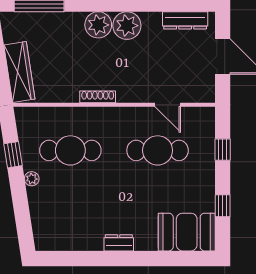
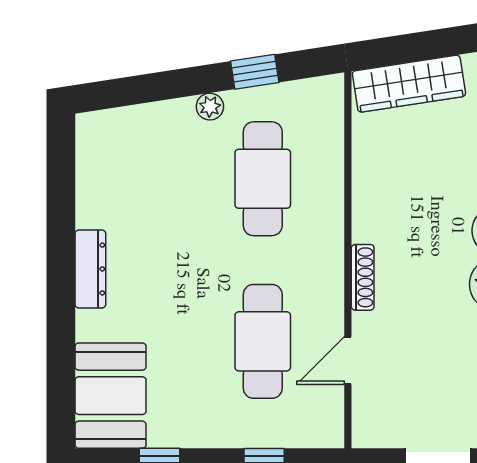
shoe rack: (98, 97) -> (363, 277), moved
dresser: (119, 243) -> (90, 269), width x1.44

